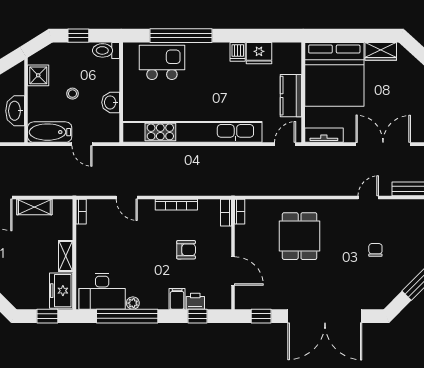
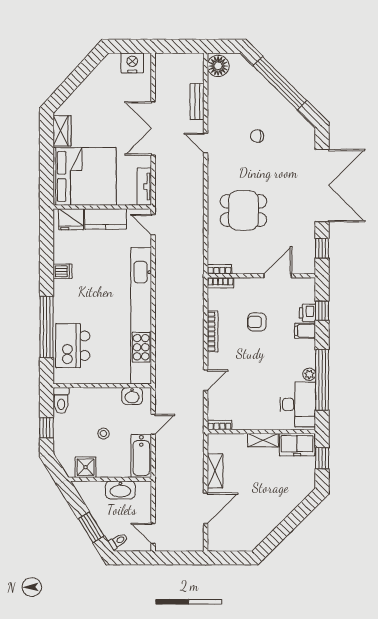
fridge: (259, 53) -> (71, 219), moved, turned 90
washbasin: (111, 102) -> (132, 396), moved
armchair: (186, 250) -> (257, 322), turned -90

